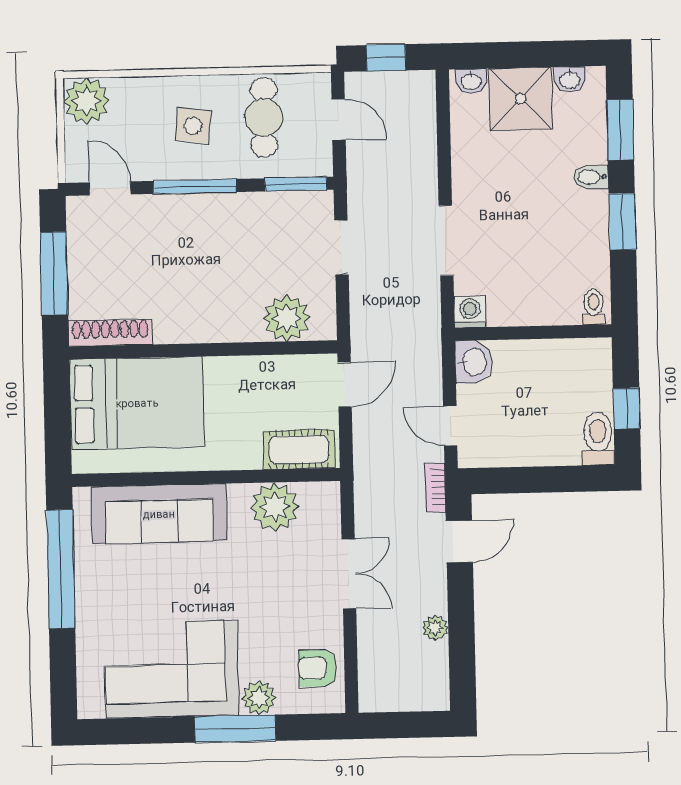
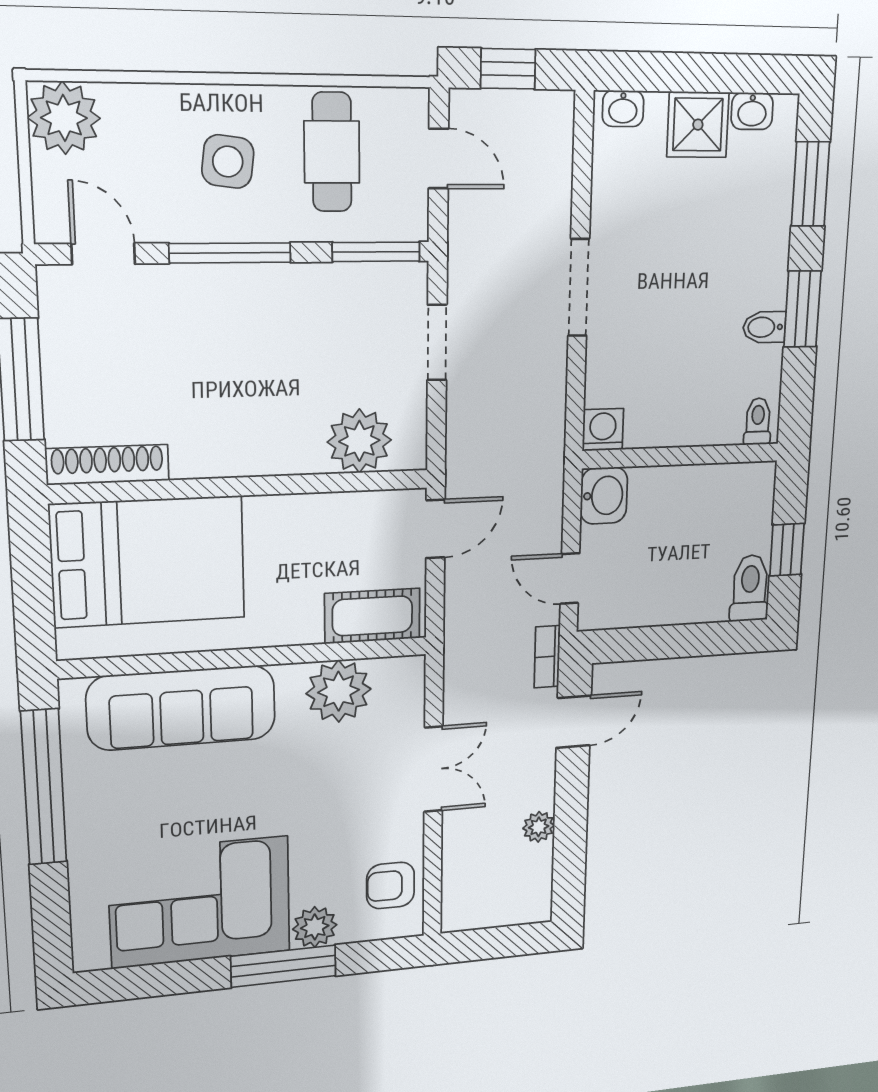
shower: (521, 99) -> (698, 125), width x0.73, depth x0.73
bidet: (591, 177) -> (764, 327), moved
doorway: (446, 241) -> (579, 288), moved

